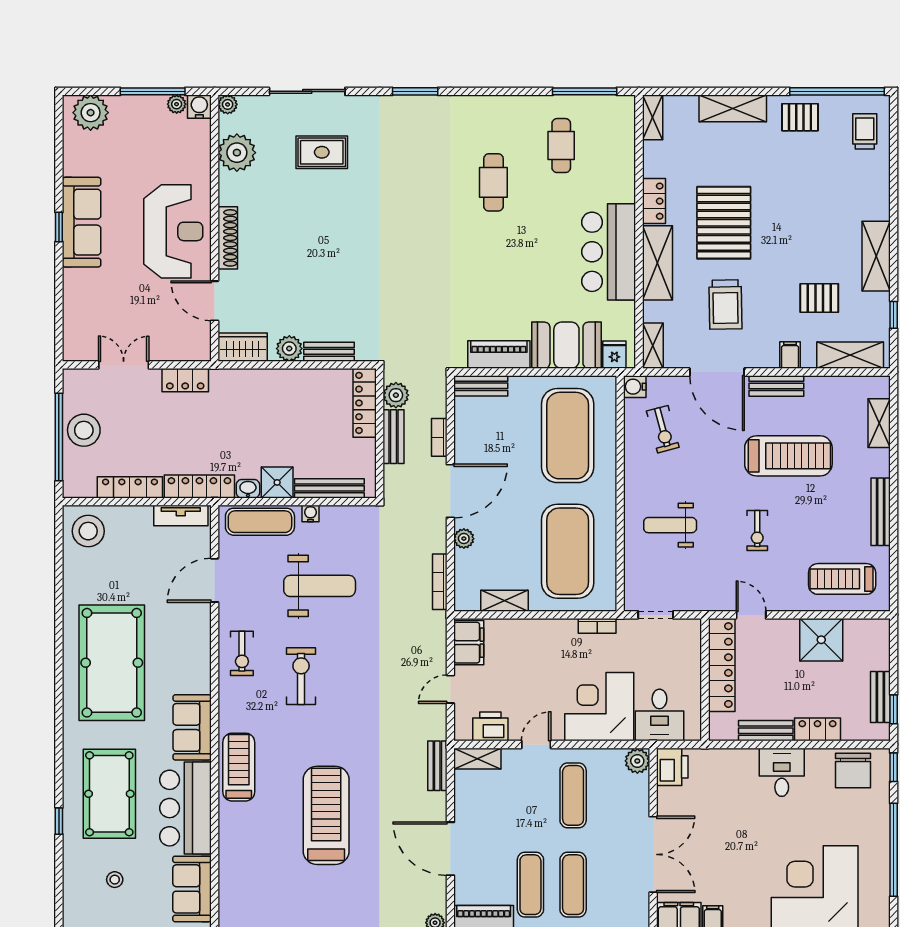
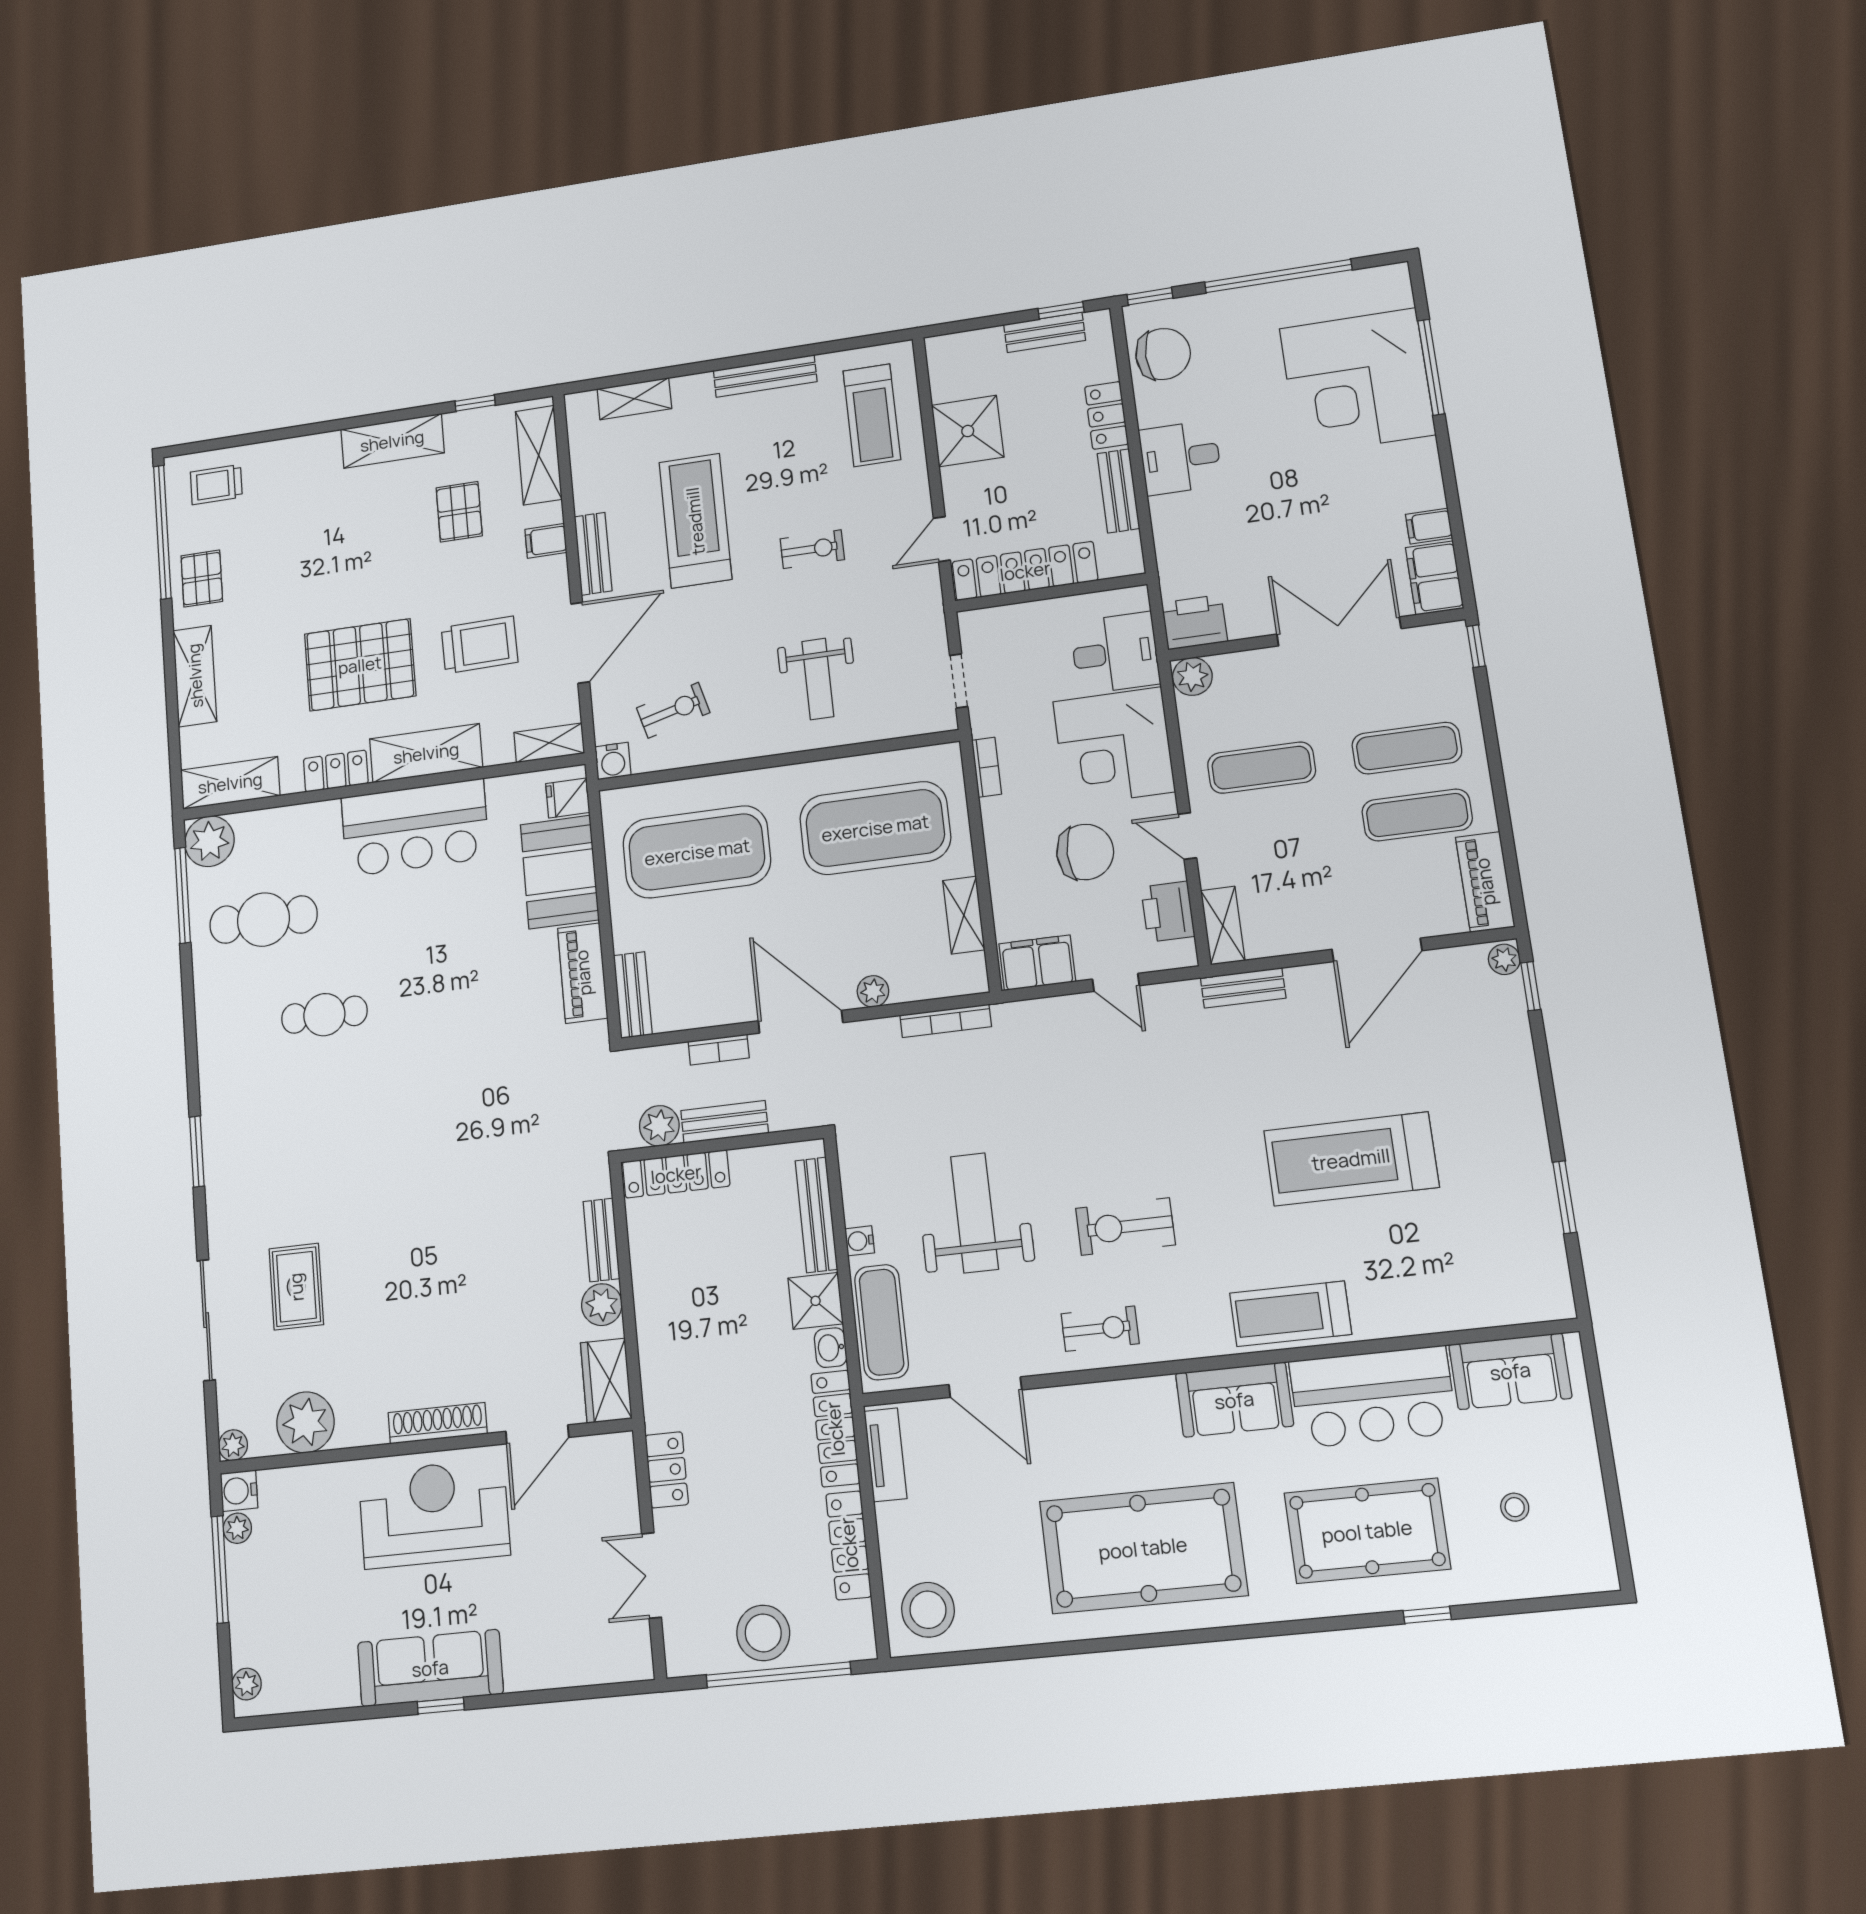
plant: (618, 112) -> (209, 841), added
plant: (91, 113) -> (247, 1684), width x0.53, depth x0.53
shelving: (653, 117) -> (230, 783), width x1.50, depth x1.33
cafe table: (561, 146) -> (263, 920), width x1.37, depth x1.35
chair: (535, 681) -> (1085, 852), added

